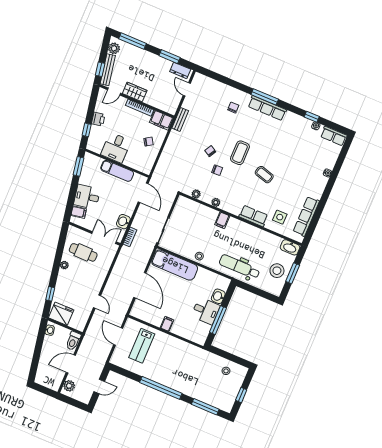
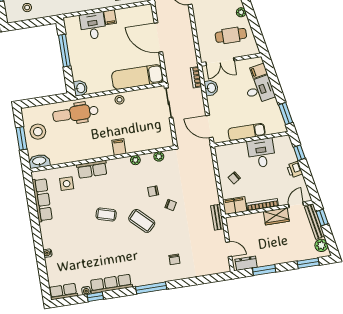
window: (133, 41) -> (308, 263), width x0.69
row of seats: (267, 108) -> (111, 284), moved
coffee table: (240, 153) -> (142, 221), turned -46
dental chair: (239, 267) -> (75, 113), turned 180
washbasin: (218, 296) -> (80, 88), moved
desk: (206, 311) -> (93, 26), moved, turned 90

